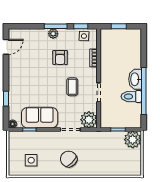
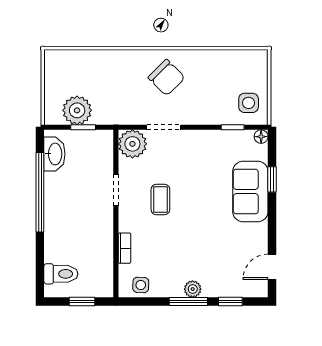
window: (81, 26) -> (230, 301), moved
armchair: (60, 58) -> (181, 249), removed
washbasin: (135, 79) -> (54, 154), moved
toilet: (131, 96) -> (61, 274), moved
sofa: (40, 118) -> (250, 192), moved, turned 90
plant: (133, 140) -> (77, 110), moved
side table: (31, 160) -> (249, 103), moved

